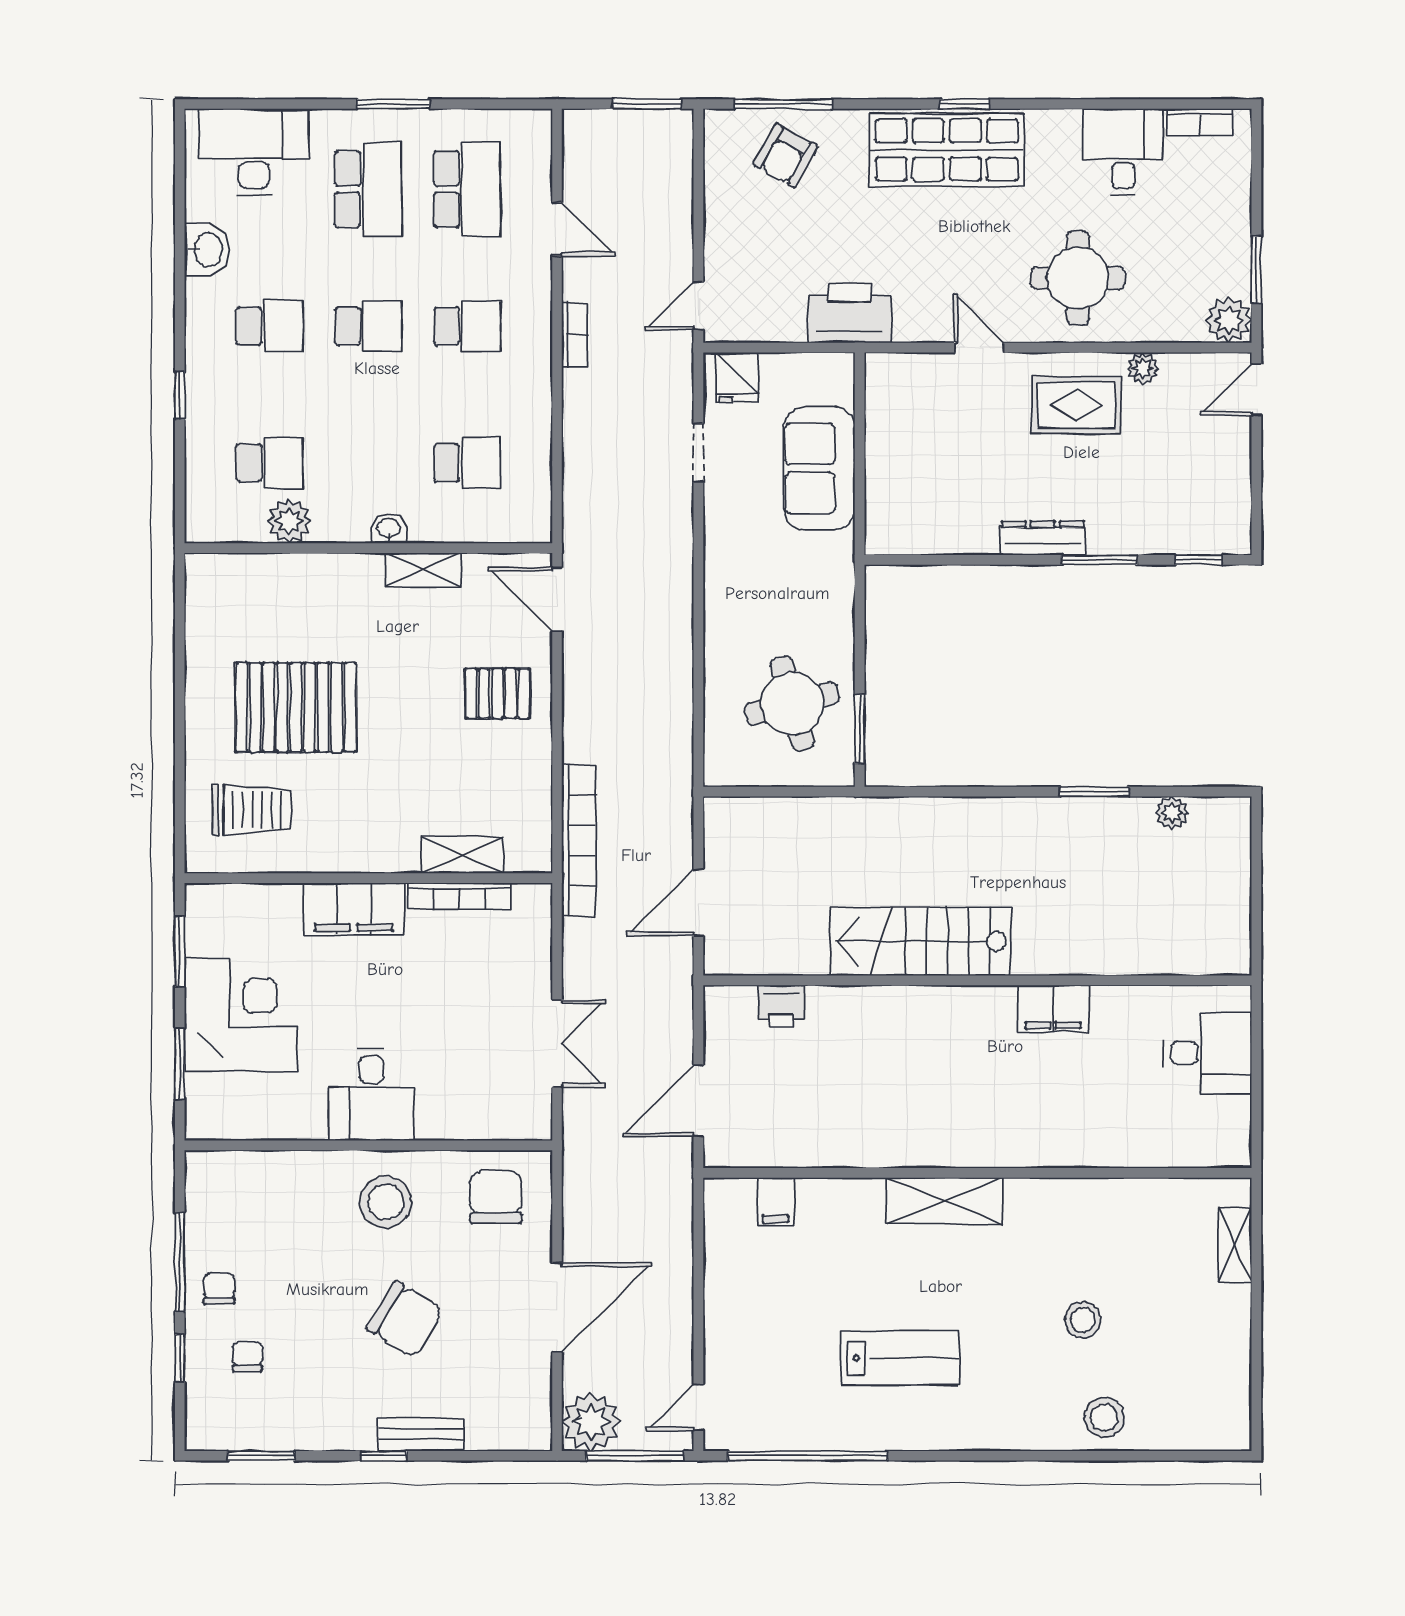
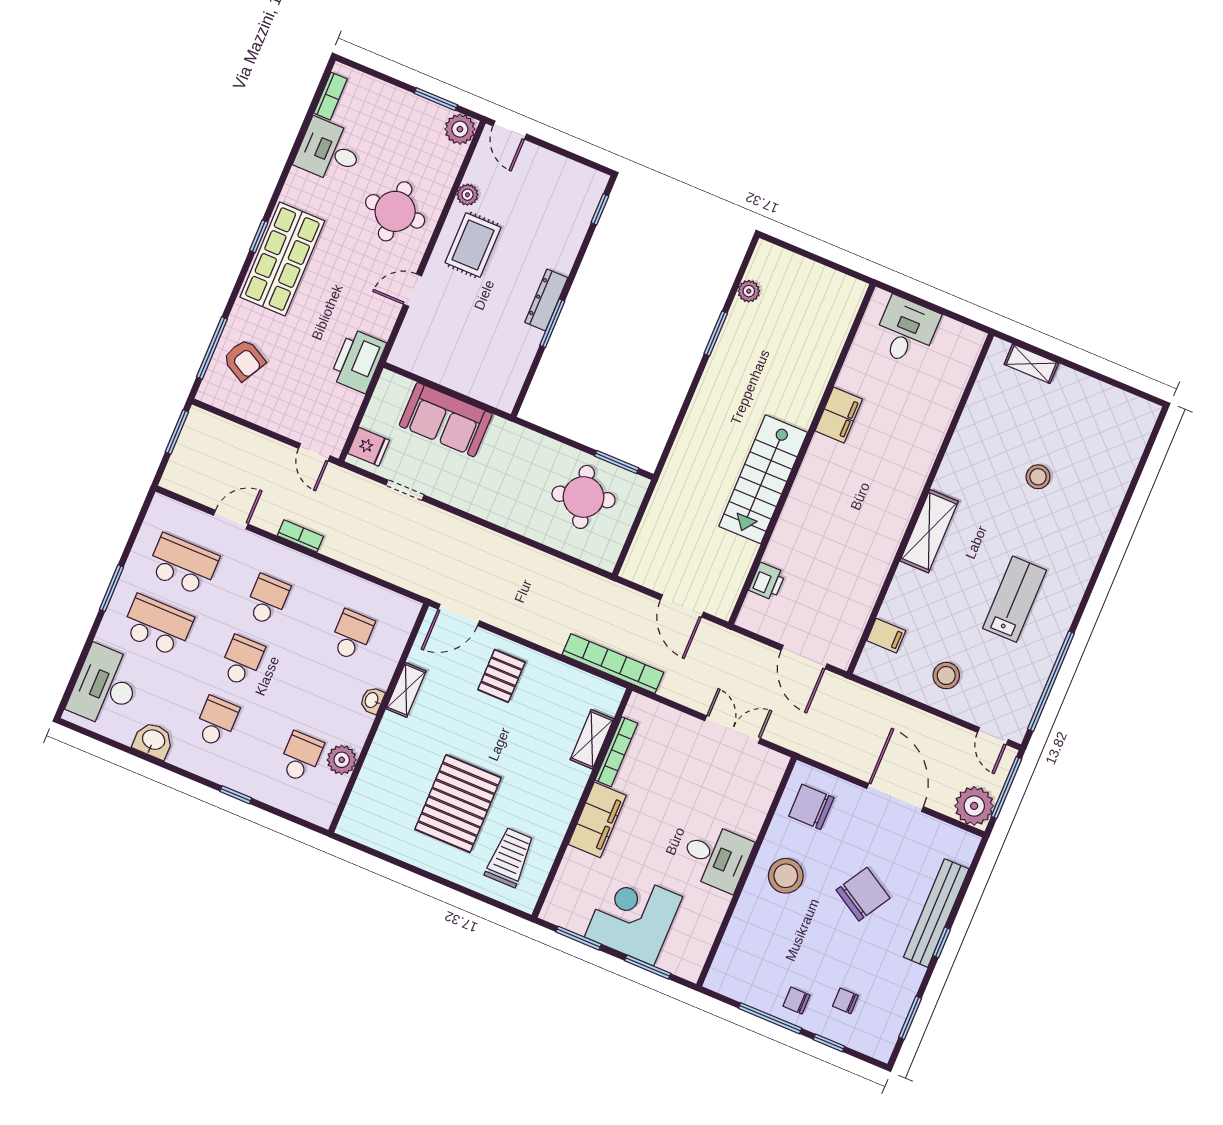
window: (1099, 560) -> (552, 323), moved
stool: (1104, 1418) -> (946, 676), moved
bench: (421, 1435) -> (936, 913), width x1.86, depth x1.21

